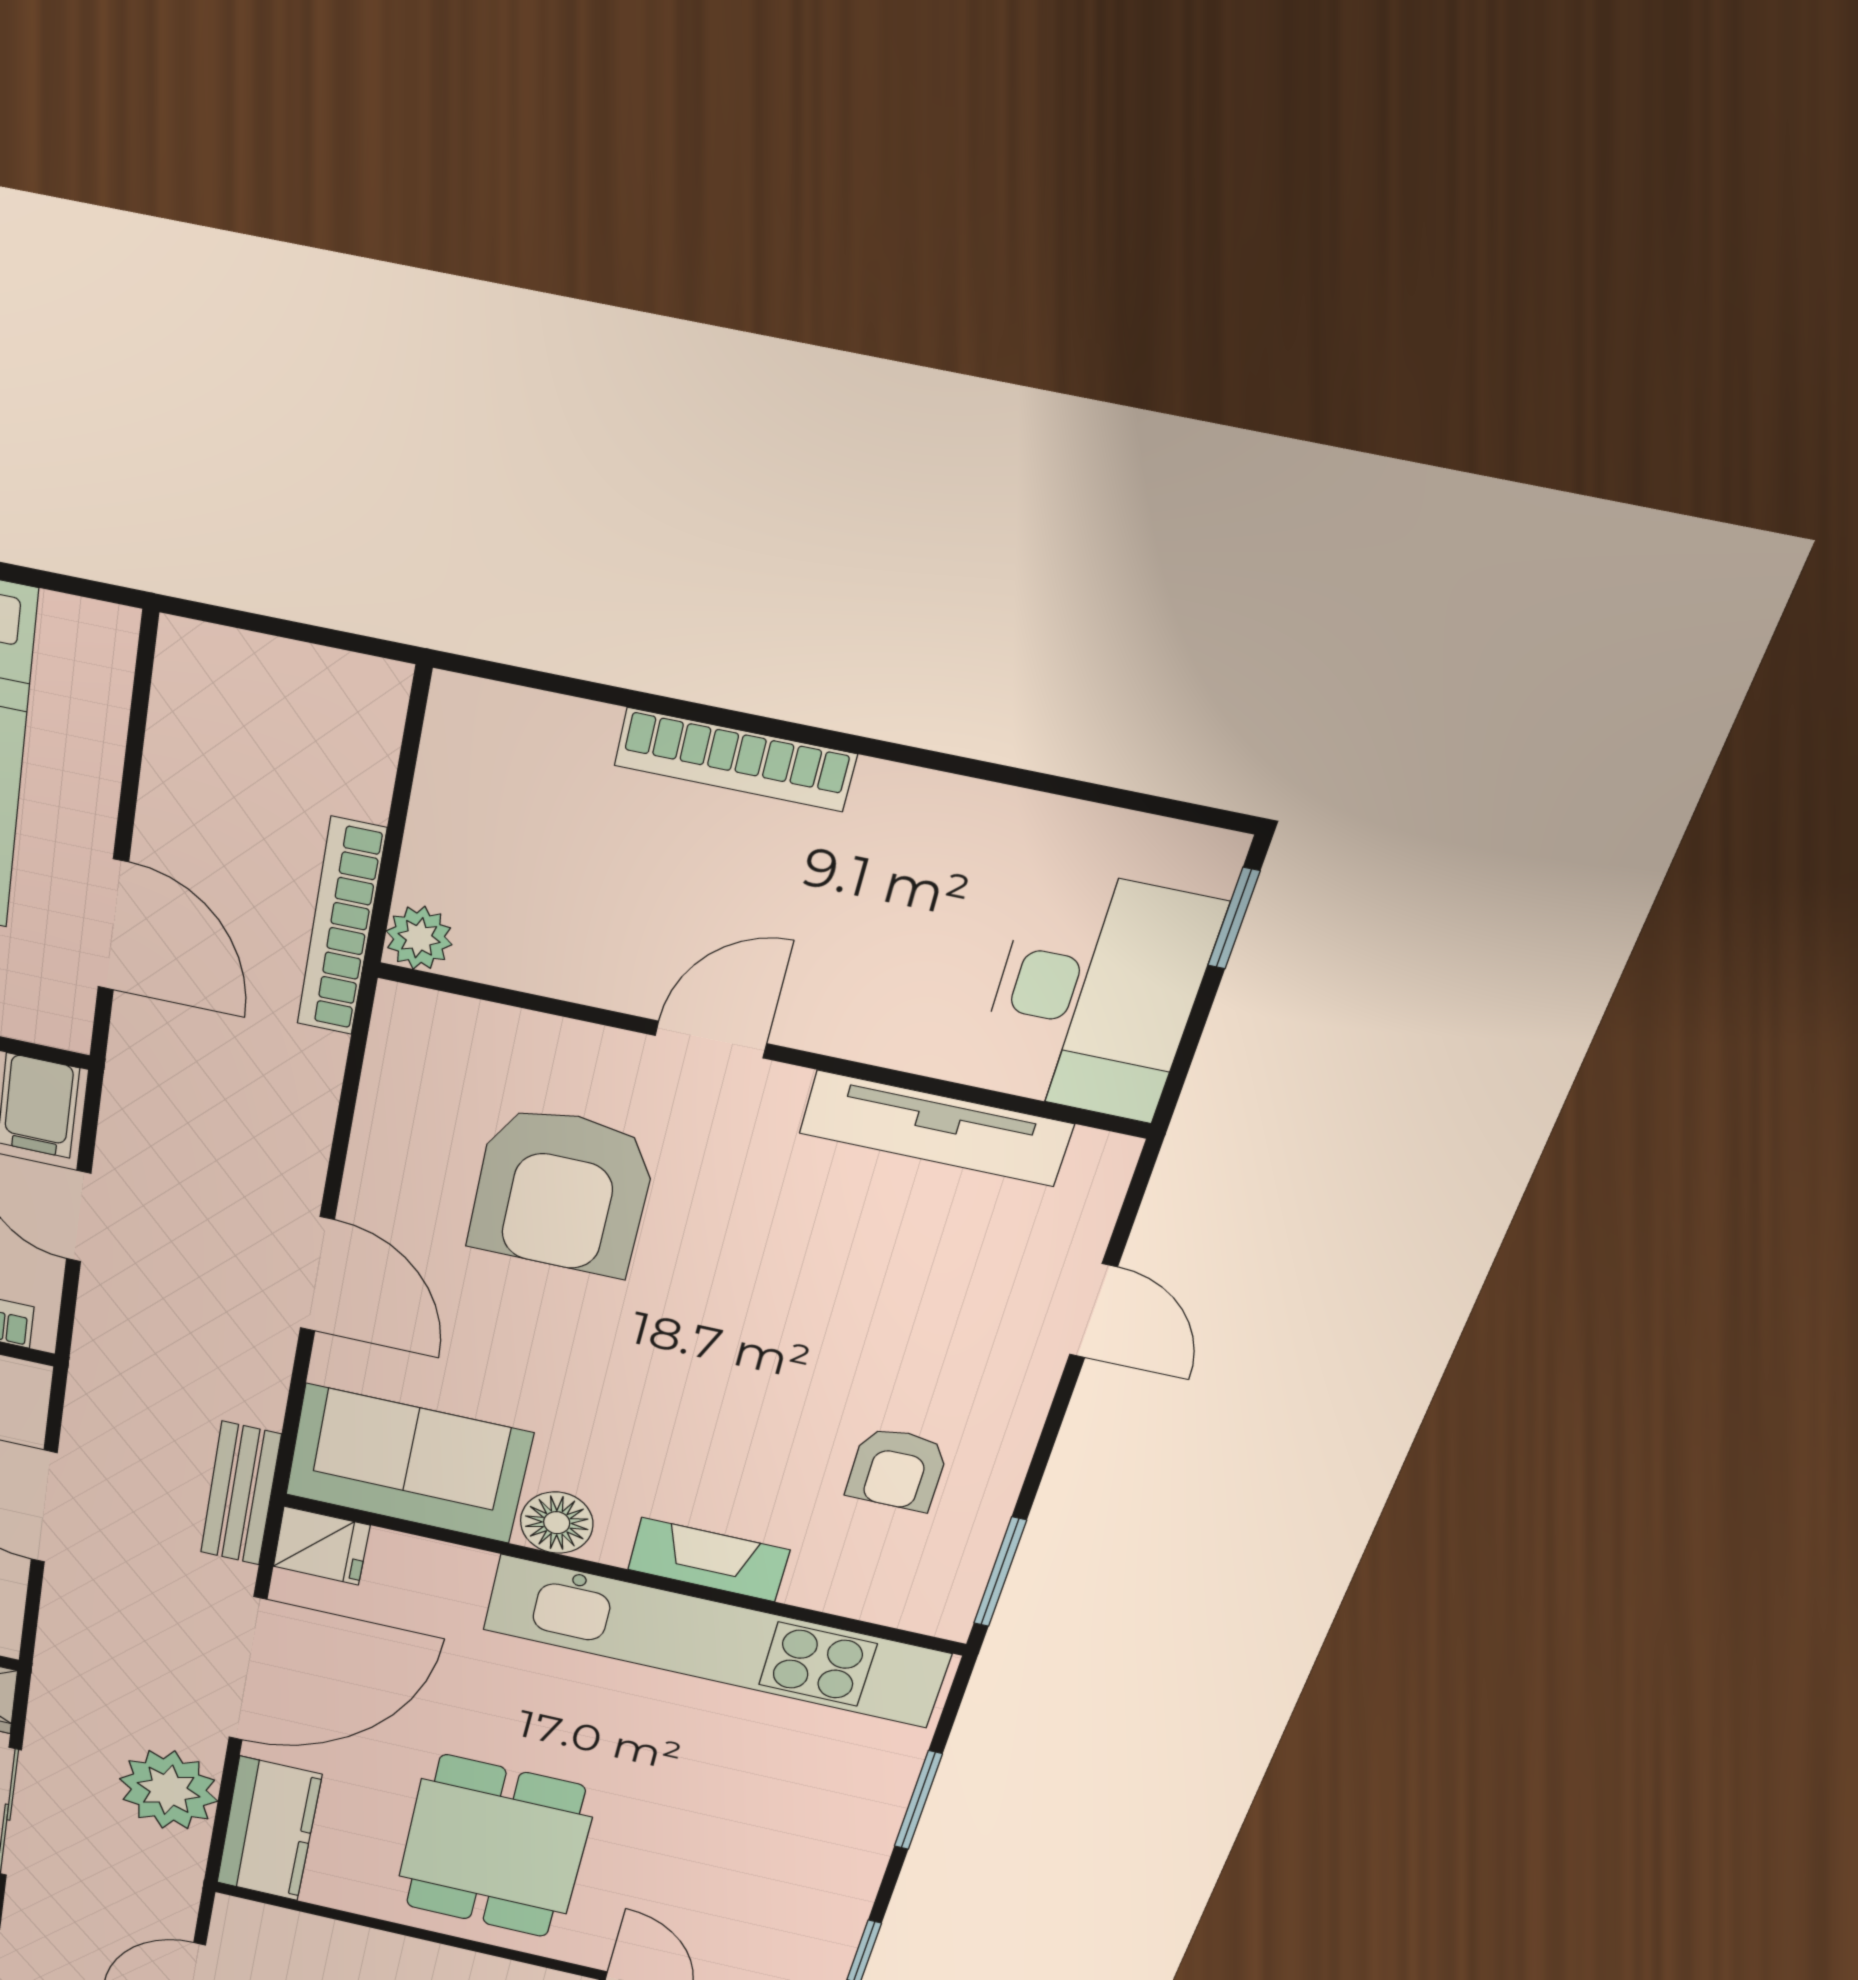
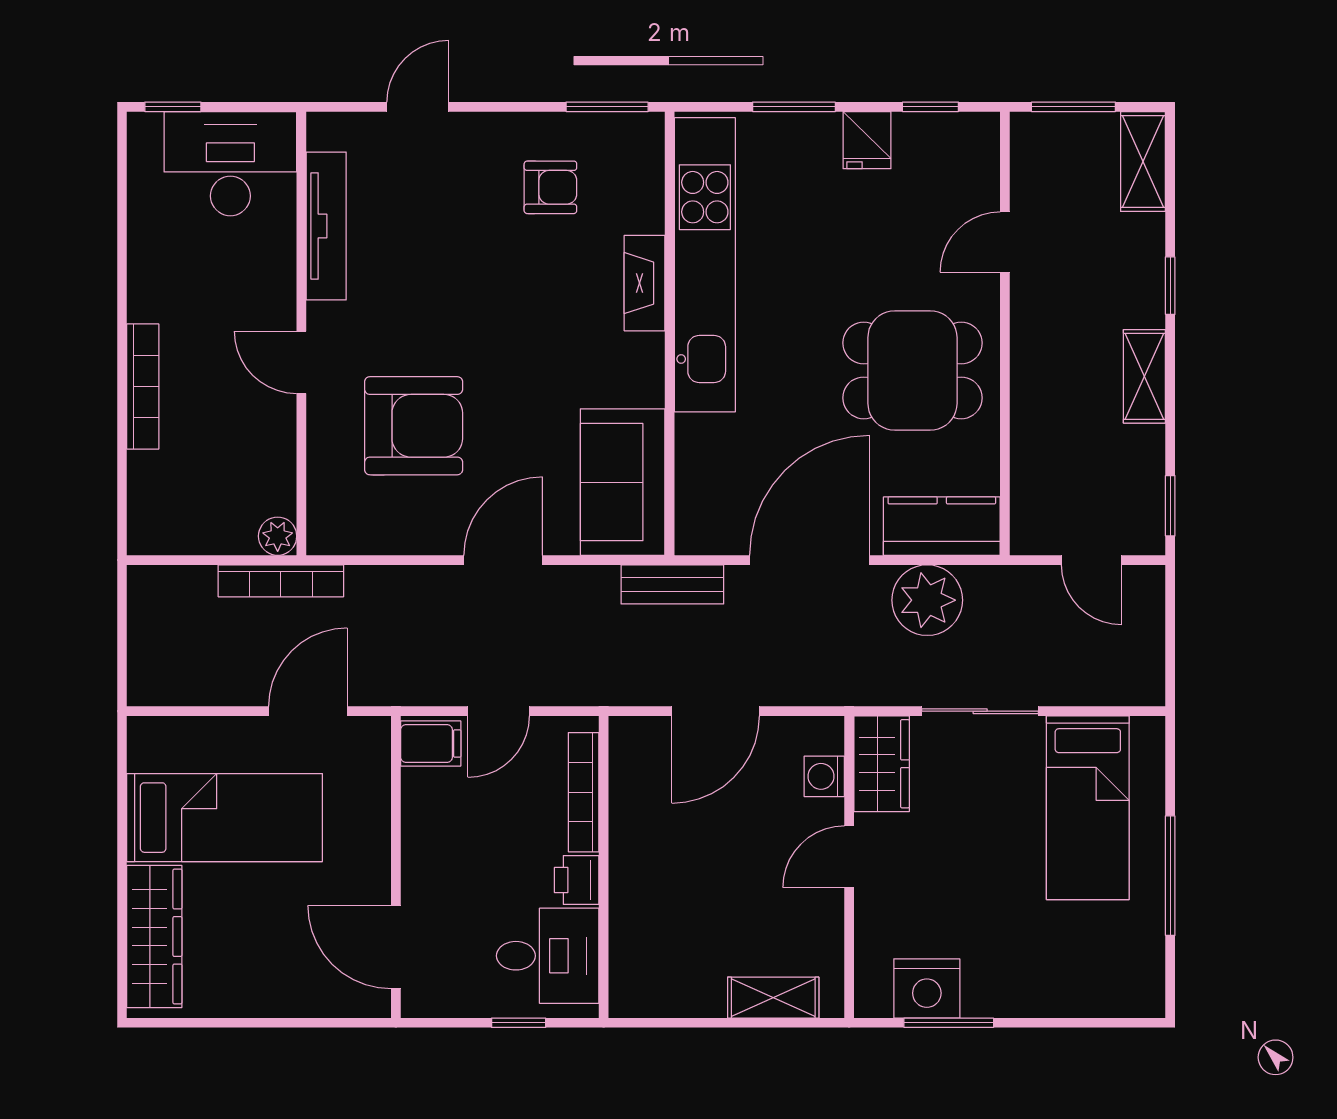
floor lamp: (557, 1523) -> (642, 382), removed
fridge: (321, 1546) -> (867, 140), moved, turned 180
door: (248, 1669) -> (810, 560), hinge flipped

